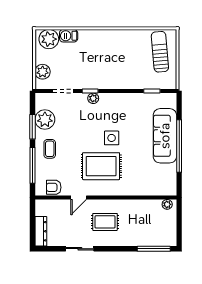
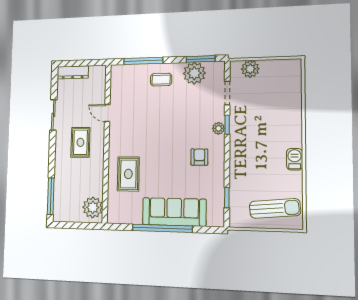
barbecue: (69, 36) -> (295, 159), moved
plant: (49, 39) -> (290, 75), removed
window: (32, 127) -> (200, 59), moved
side table: (112, 138) -> (172, 150), removed
rug: (101, 166) -> (128, 174), moved, width x0.73, depth x0.70
armchair: (54, 187) -> (199, 157), moved
plant: (167, 204) -> (93, 207), width x1.87, depth x1.87

